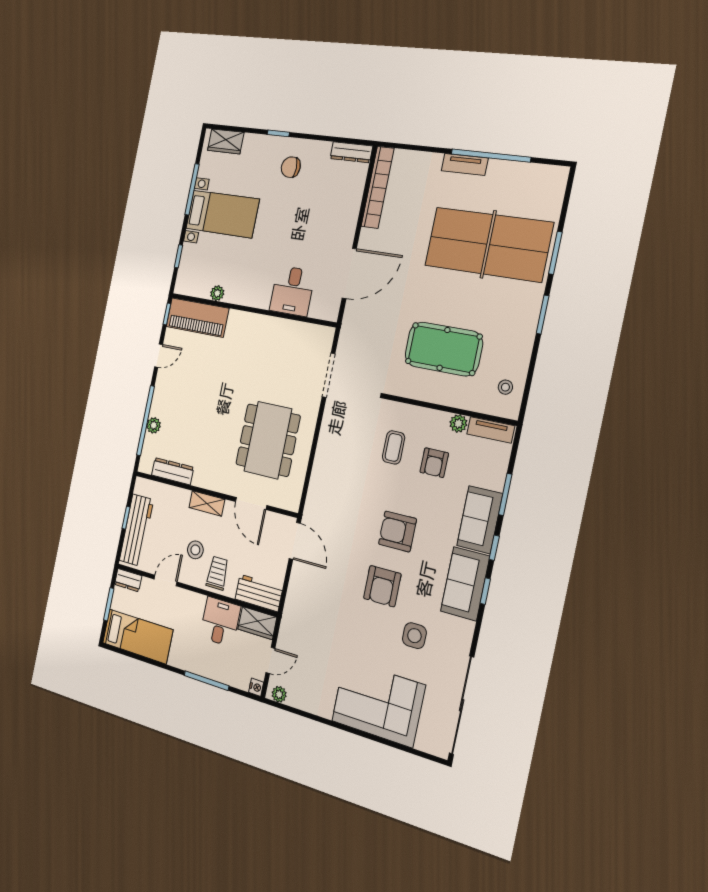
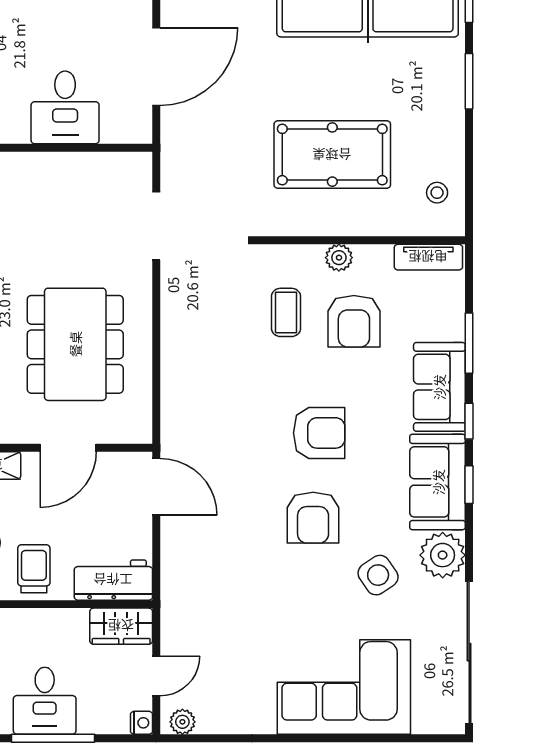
plant: (458, 423) -> (339, 258), moved
armchair: (434, 463) -> (354, 321), width x1.38, depth x1.38
door: (251, 503) -> (68, 448), hinge flipped
armchair: (397, 531) -> (319, 433), turned 180
desk: (220, 622) -> (45, 701), moved, turned 180
plant: (458, 634) -> (443, 555), added
side table: (414, 636) -> (378, 575), turned -34

